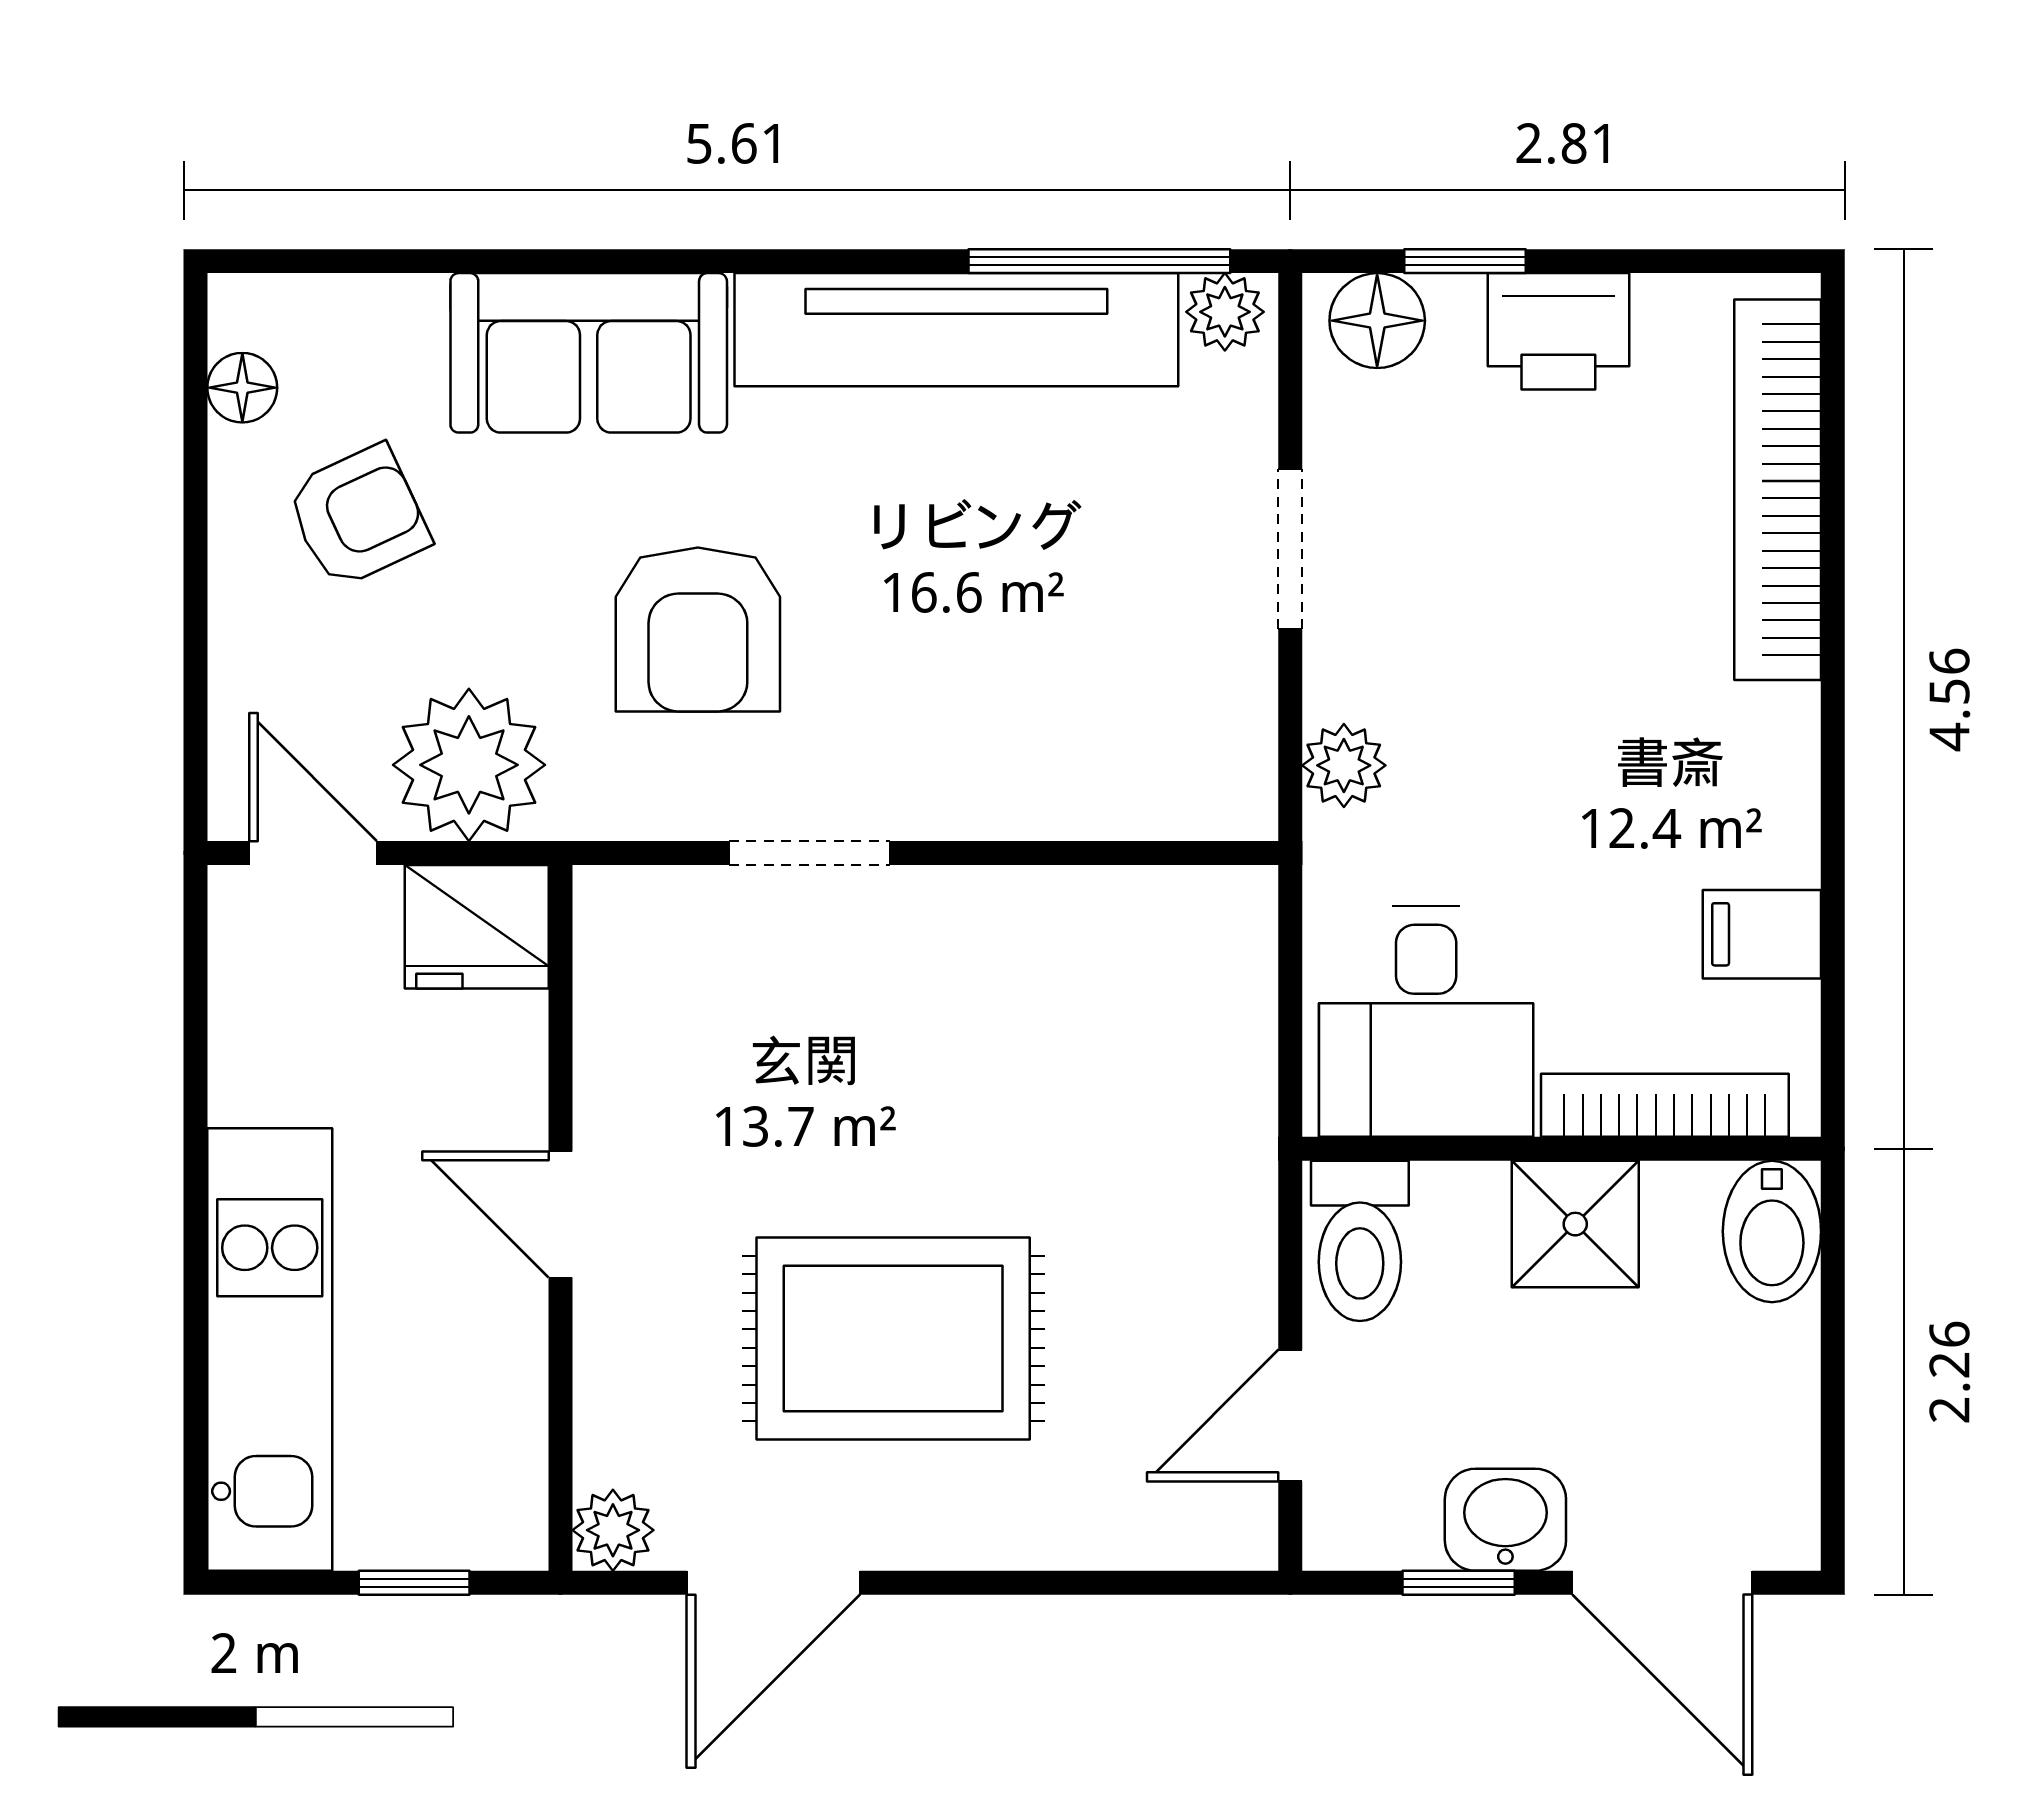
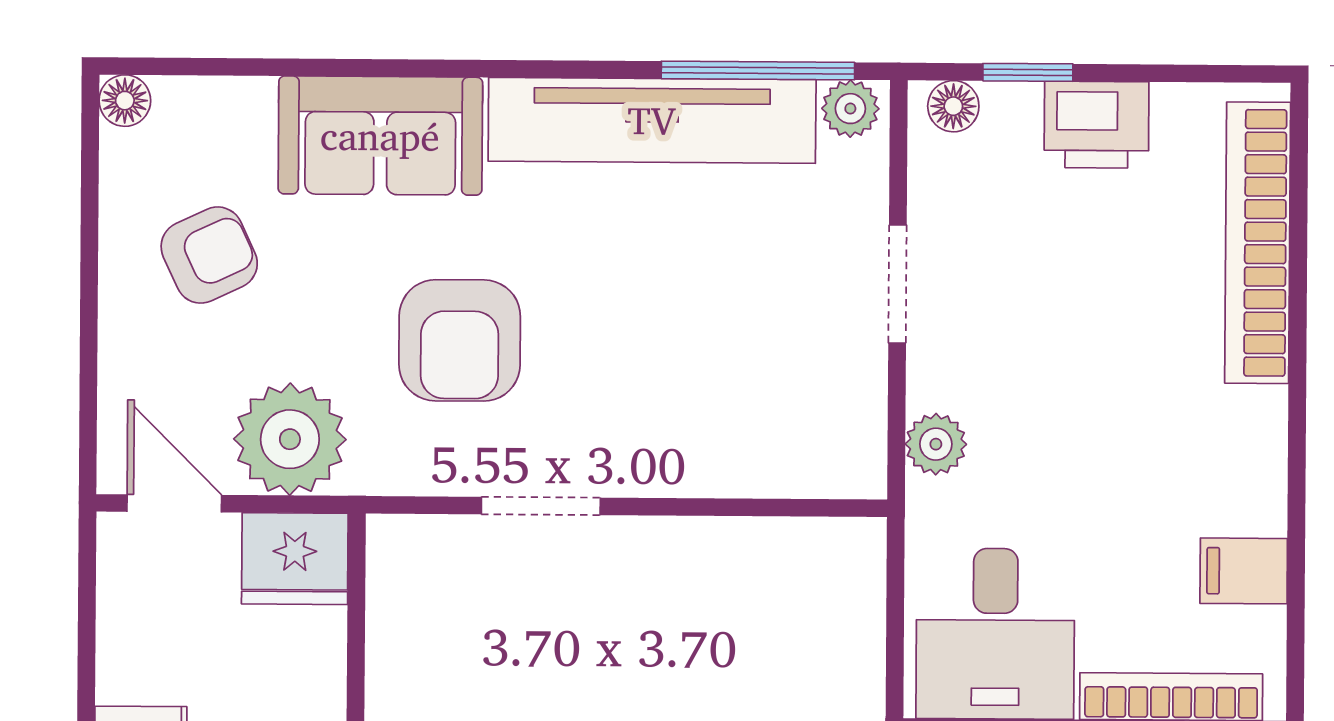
floor lamp: (1377, 321) -> (953, 106), width x0.73, depth x0.73
floor lamp: (242, 388) -> (125, 101), moved

